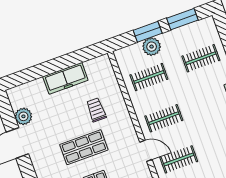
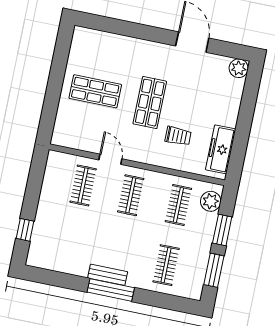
plant: (152, 47) -> (211, 201), moved
freezer: (65, 78) -> (221, 149), moved
plant: (23, 116) -> (239, 68), moved
door: (146, 151) -> (110, 159), swing flipped

